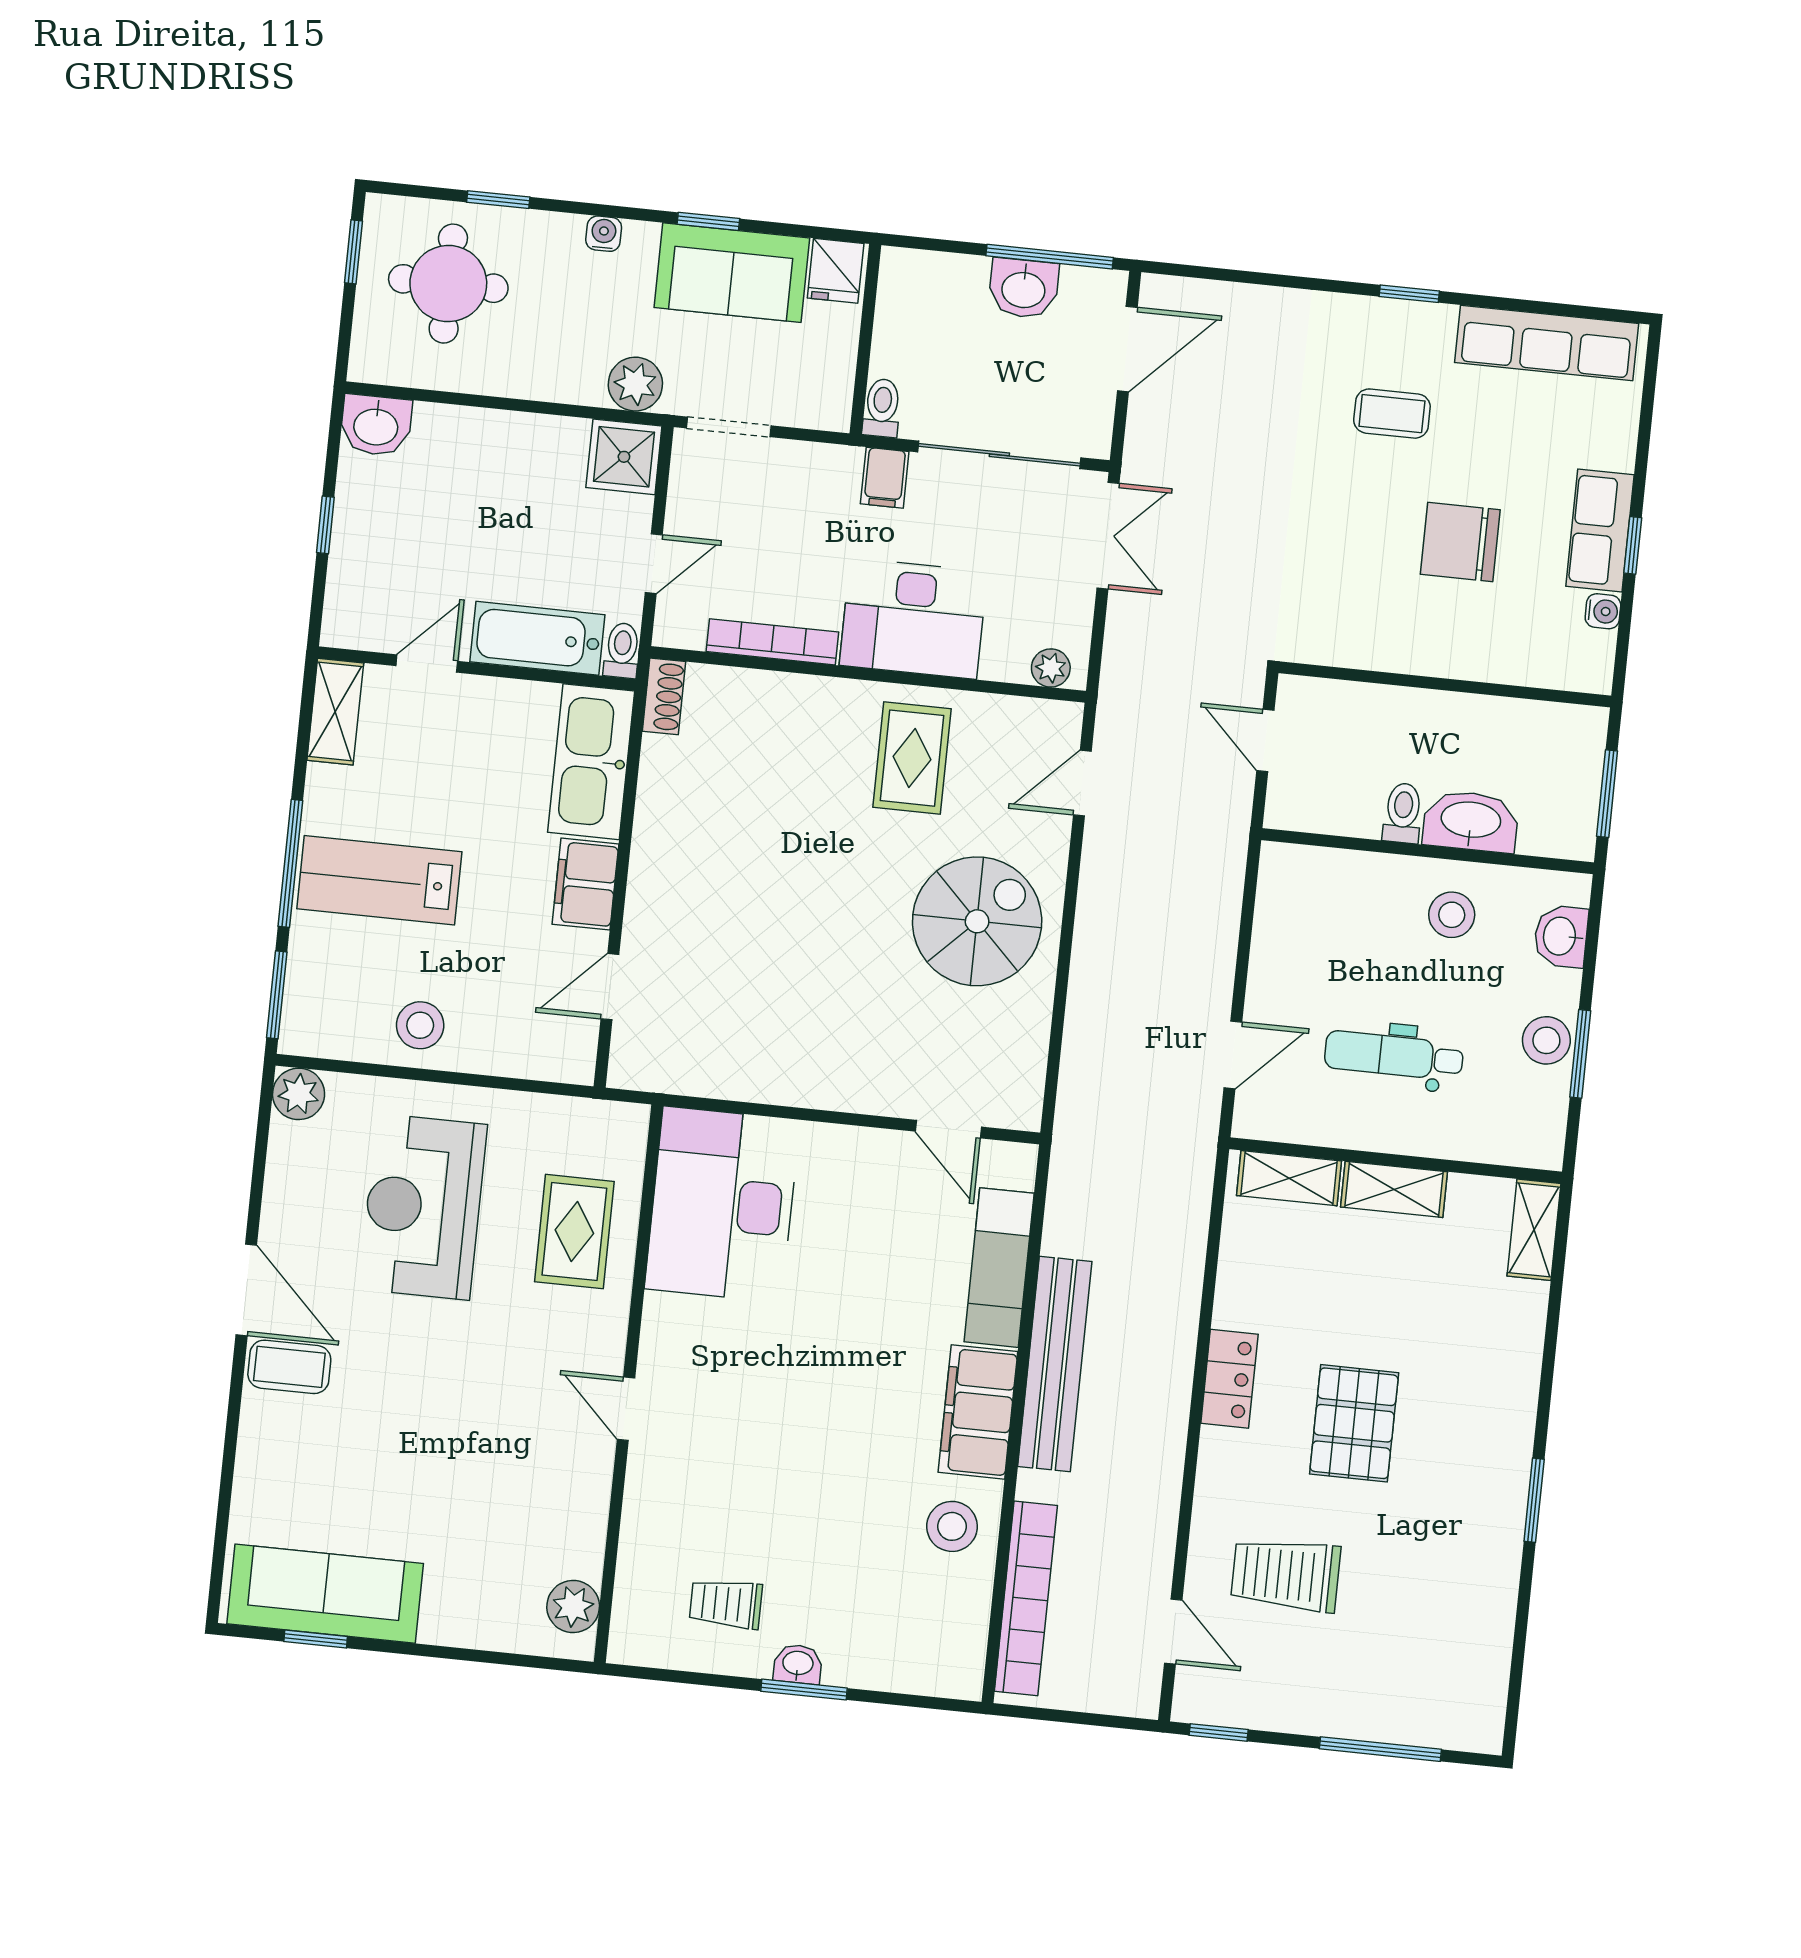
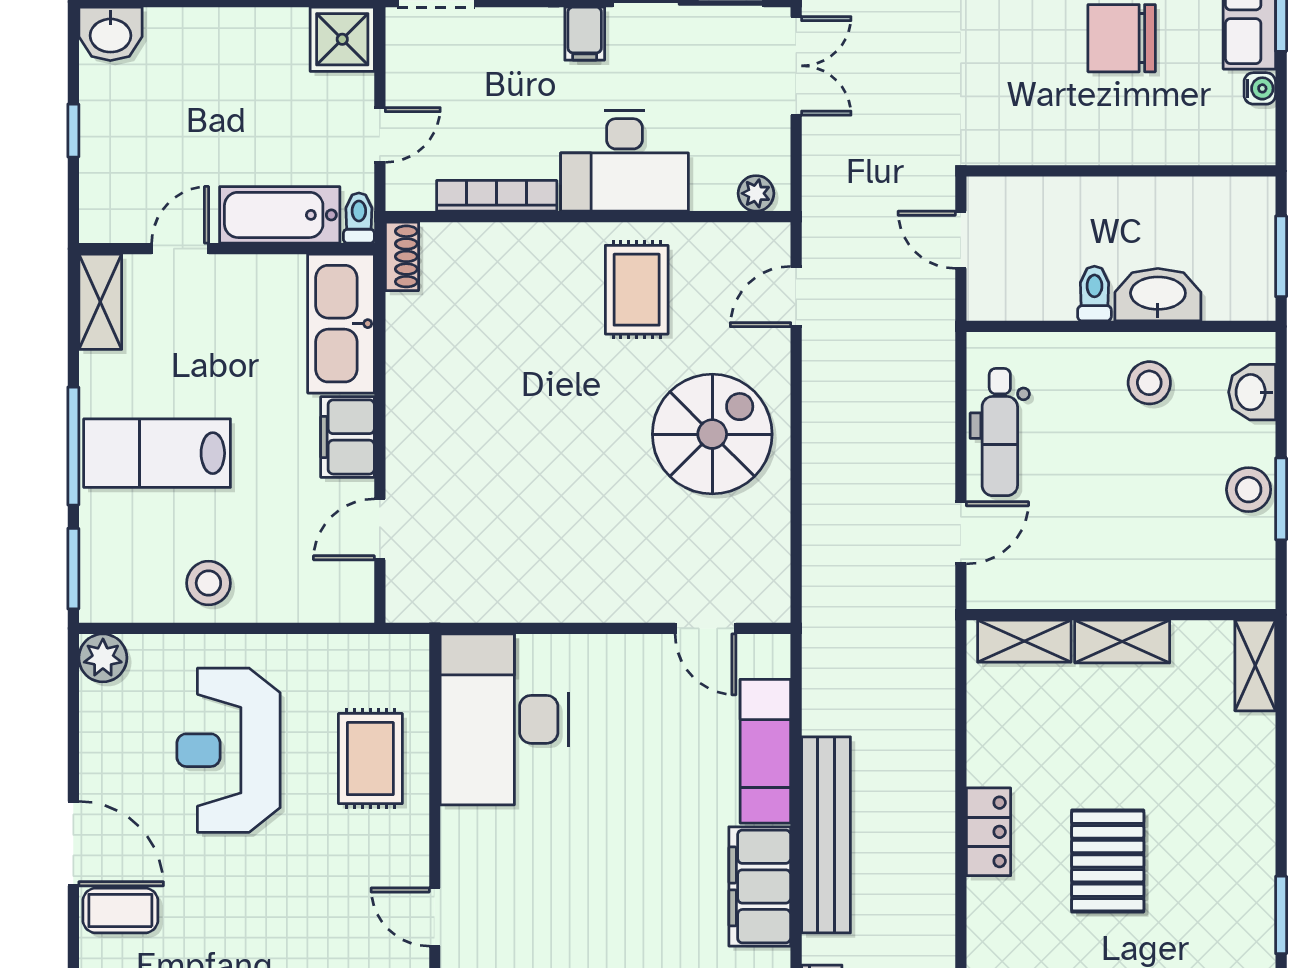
dental chair: (1394, 1056) -> (1000, 432), moved, turned -90

